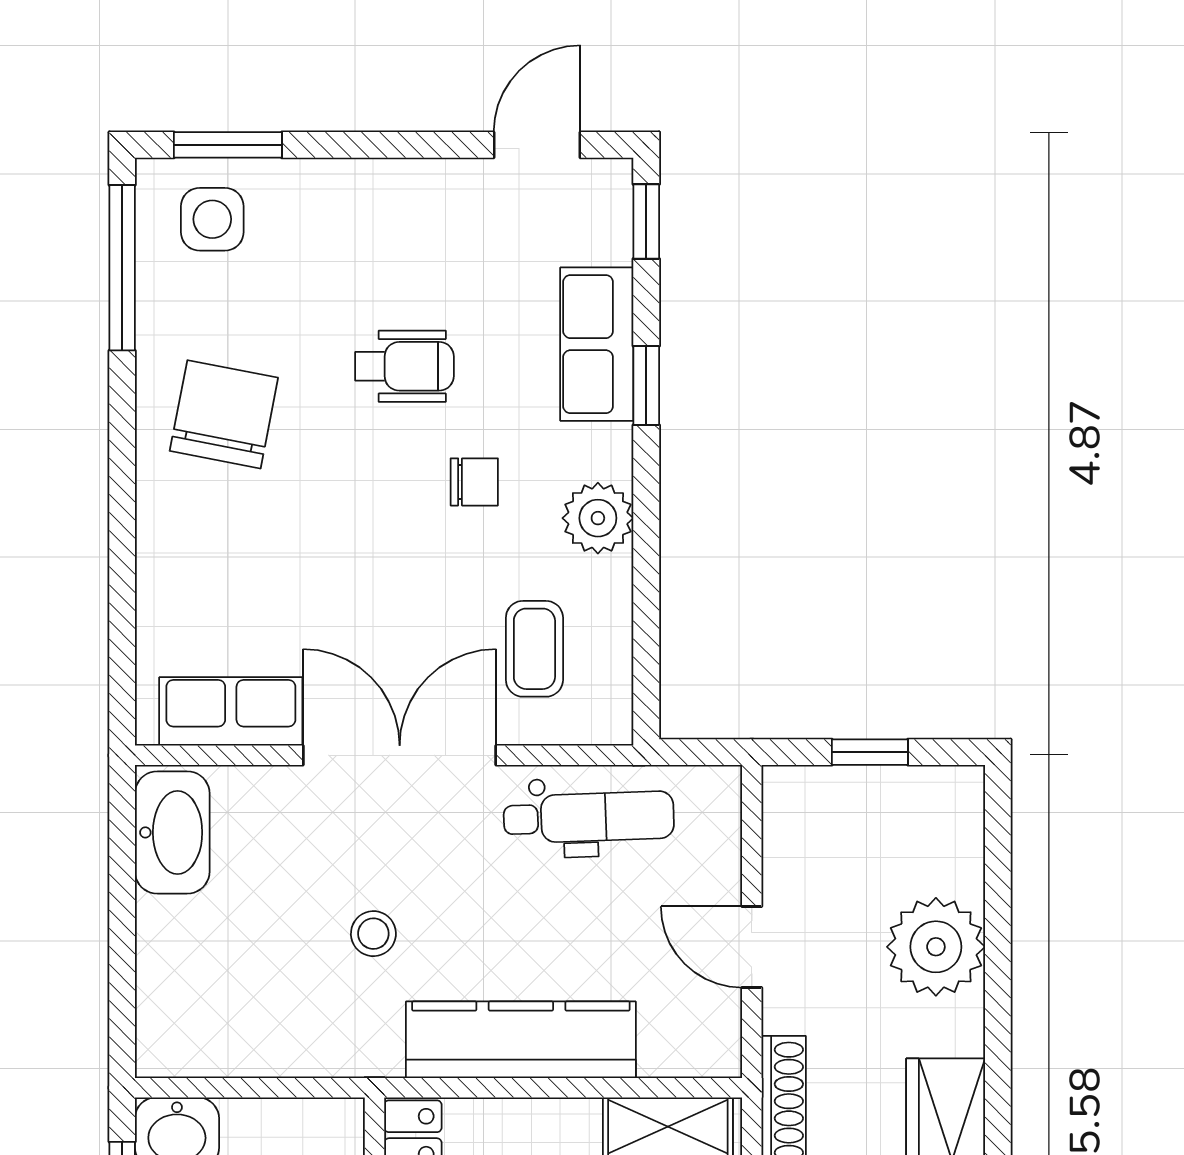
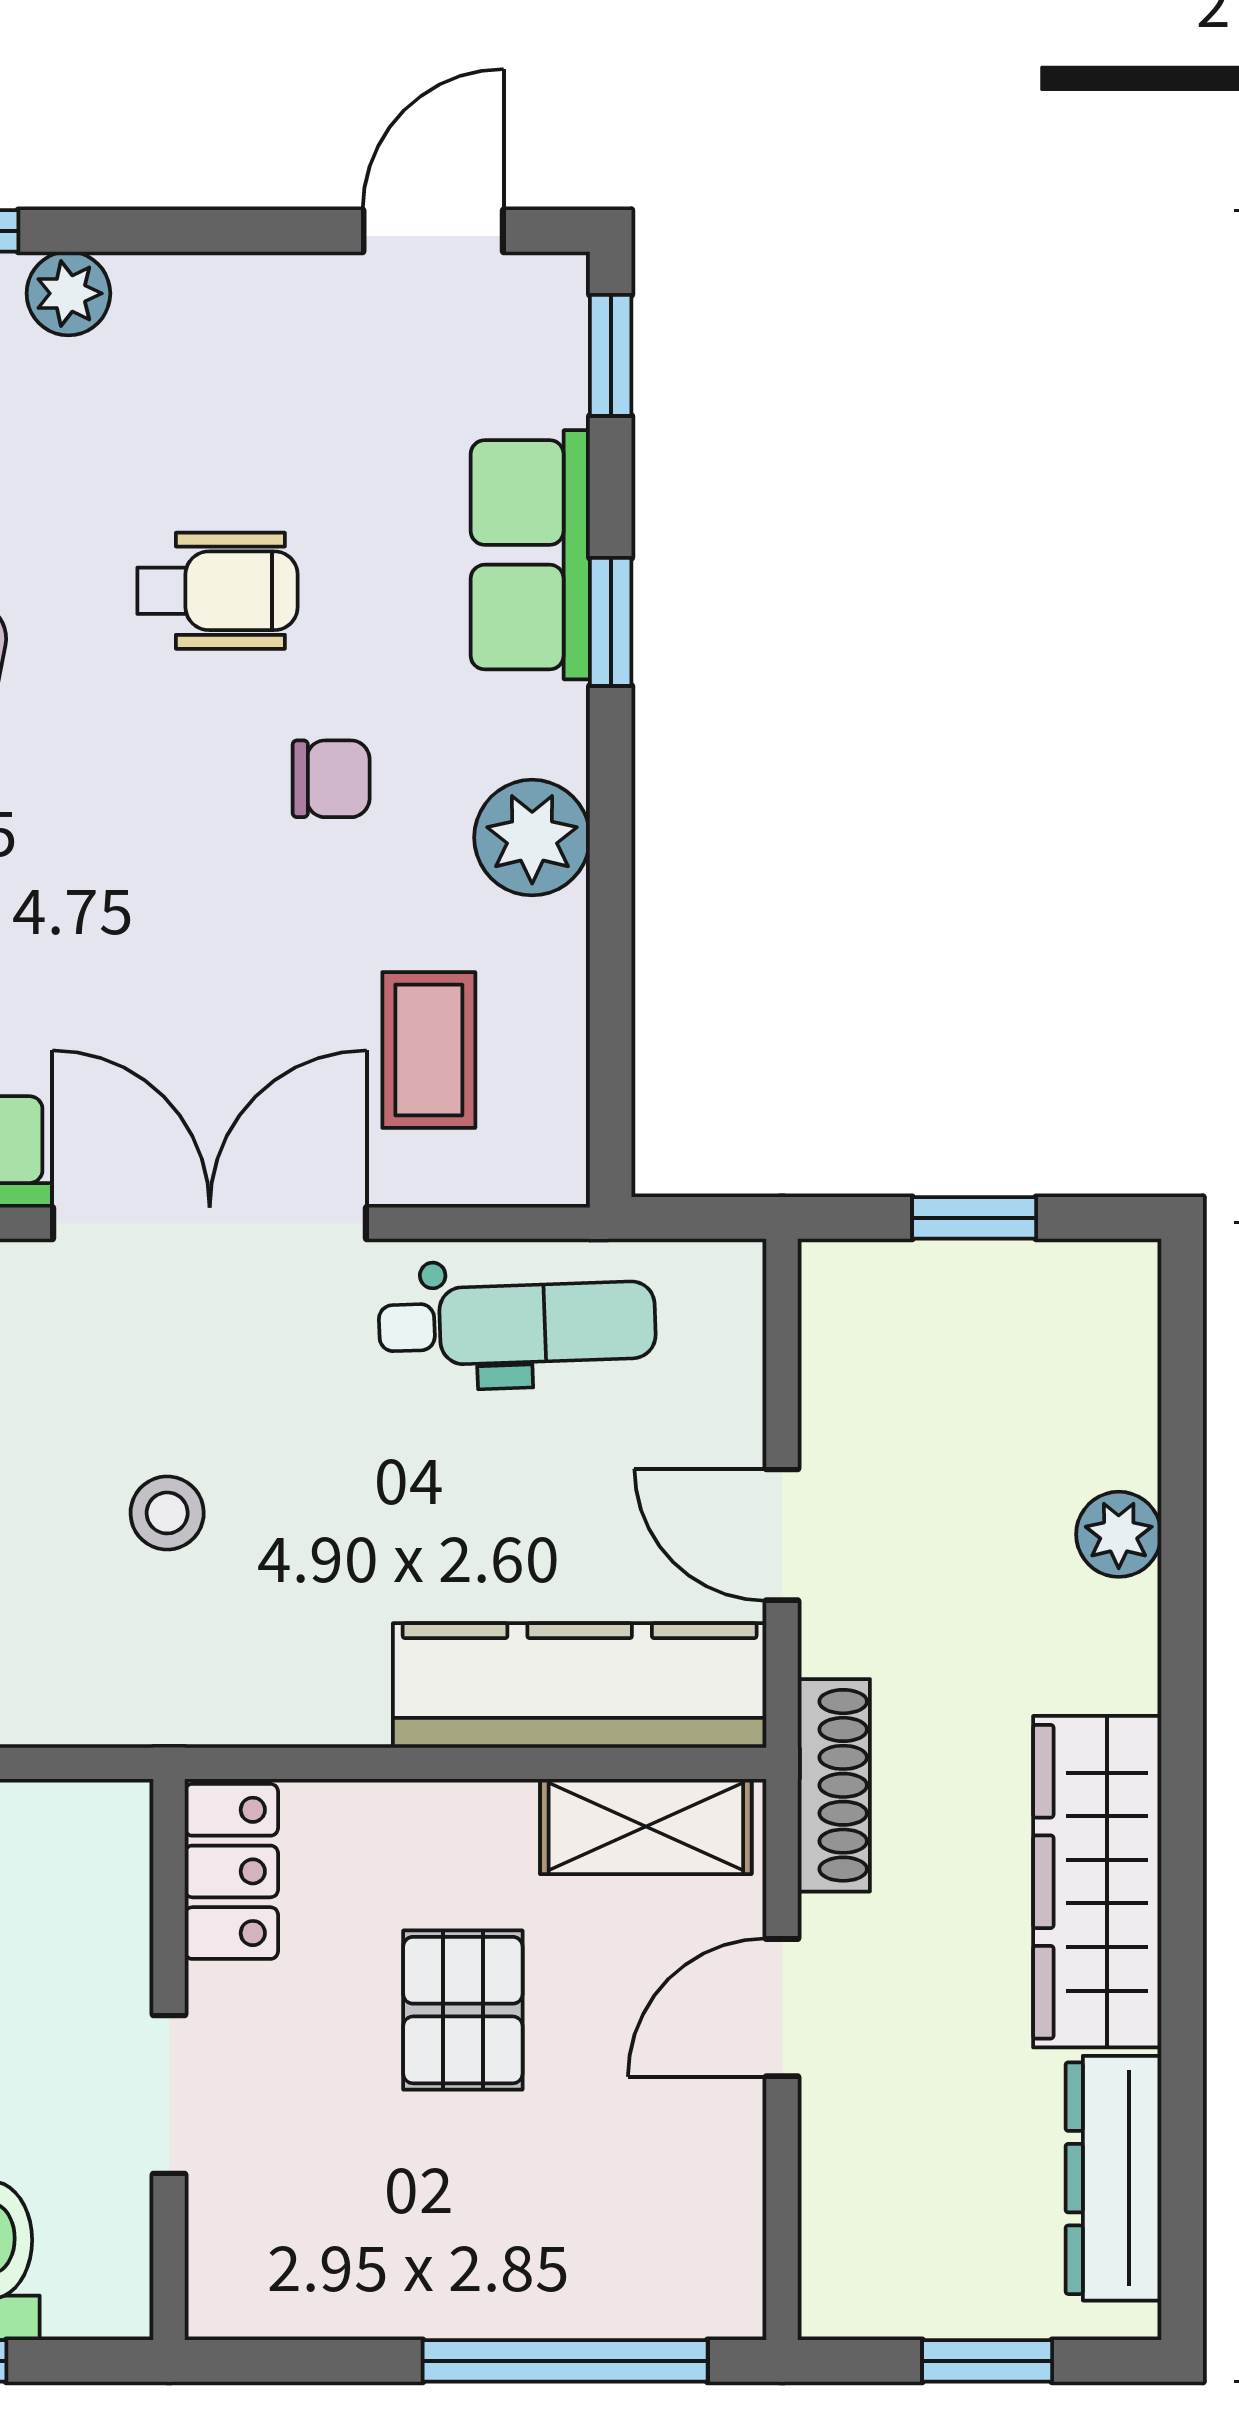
plant: (313, 183) -> (68, 293), added
plant: (936, 947) -> (1119, 1534), width x0.53, depth x0.53
kitchen counter: (521, 1040) -> (580, 1686), moved

